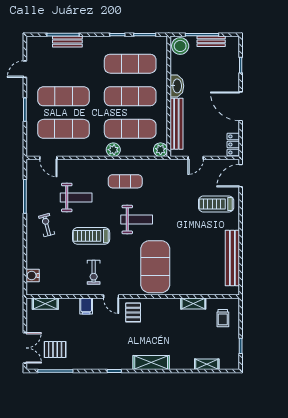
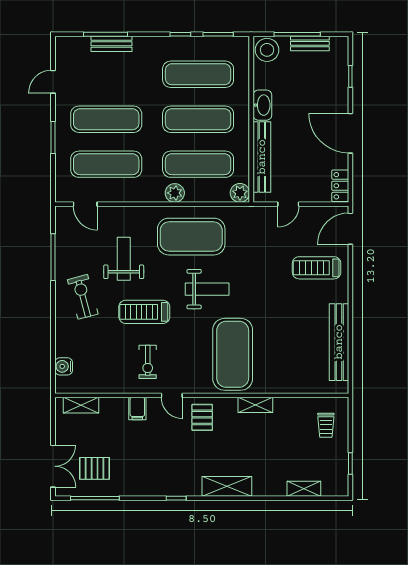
exercise mat: (125, 181) -> (191, 237), width x2.00, depth x1.45
weight bench: (76, 197) -> (124, 259), turned -90
exercise bike: (47, 225) -> (83, 297), width x1.38, depth x1.39
shelving: (193, 303) -> (255, 405), moved

